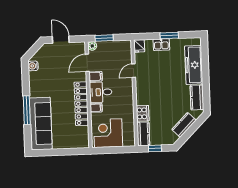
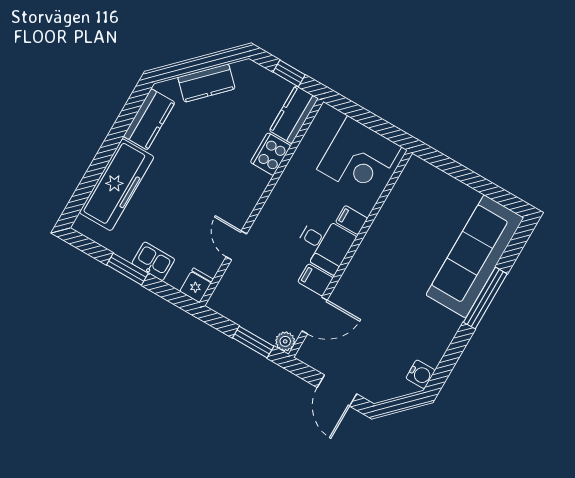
door: (134, 71) -> (236, 245), swing flipped
locker: (81, 104) -> (375, 246), removed

